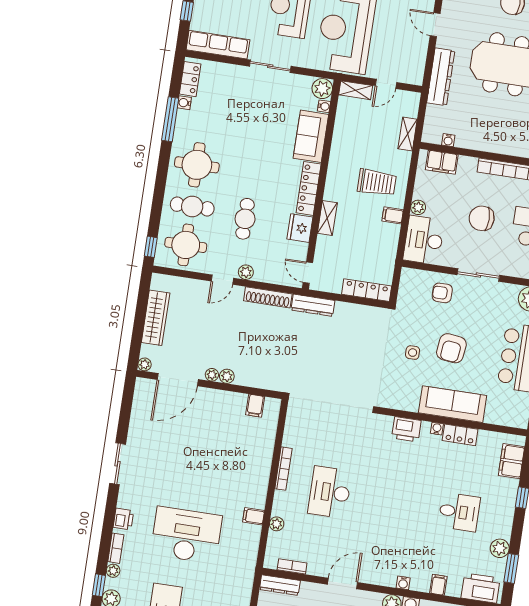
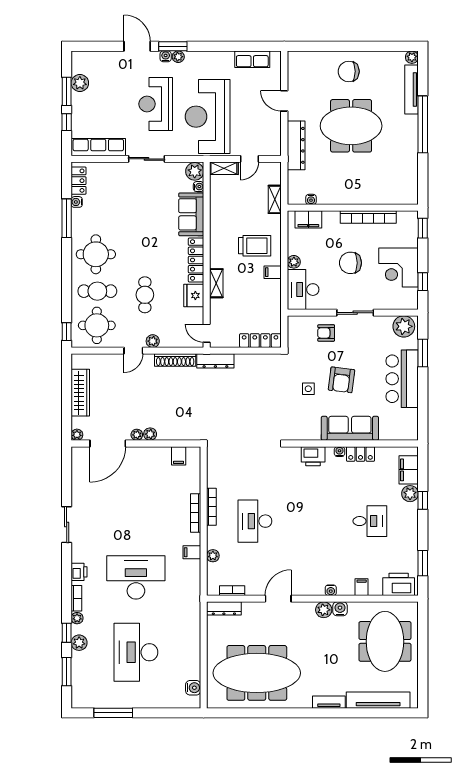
bookcase: (265, 473) -> (196, 513), added
plant: (500, 548) -> (410, 494), moved

